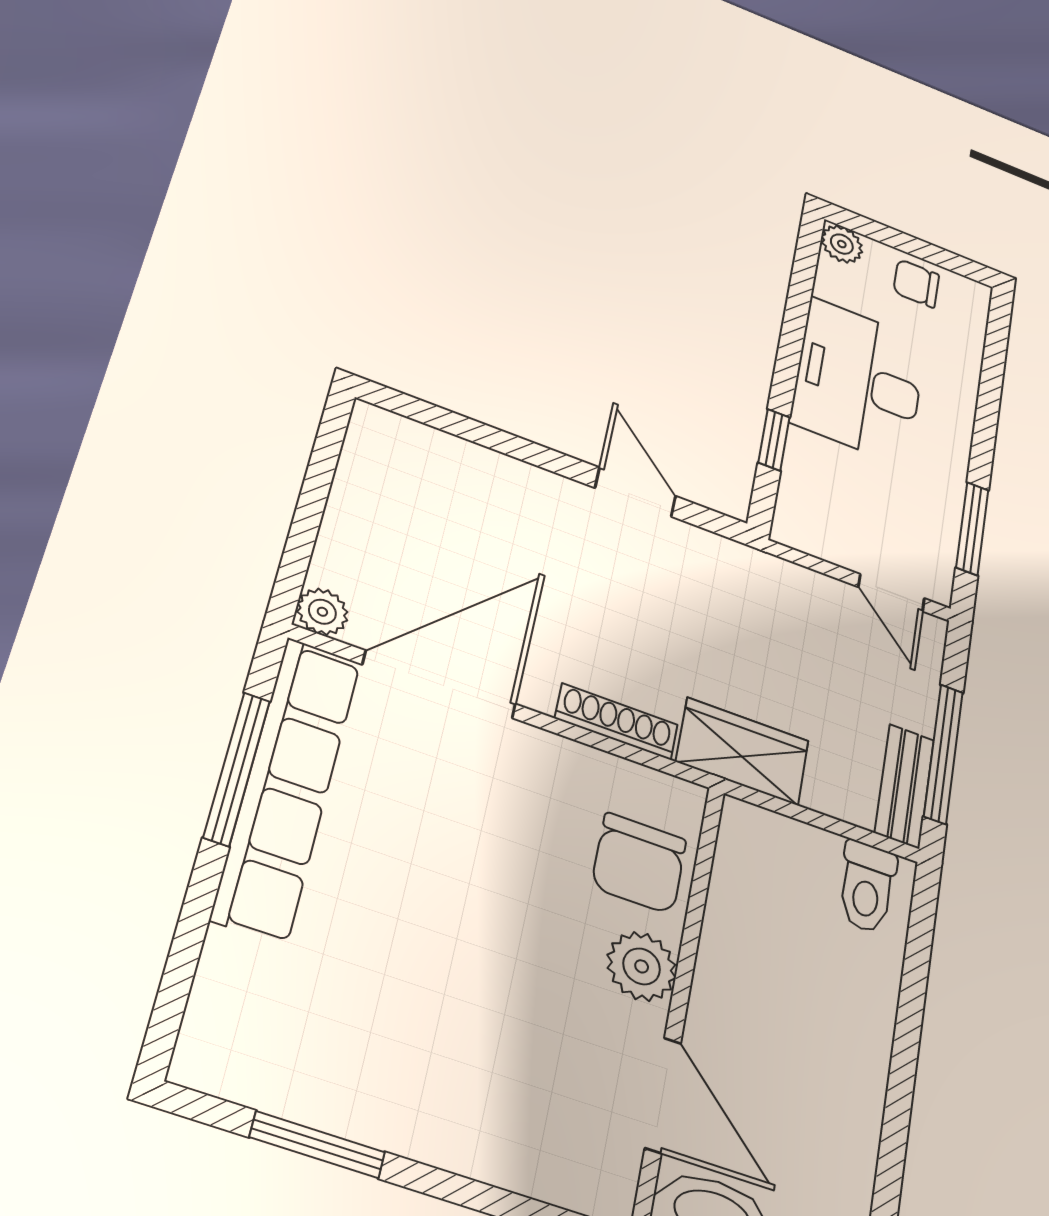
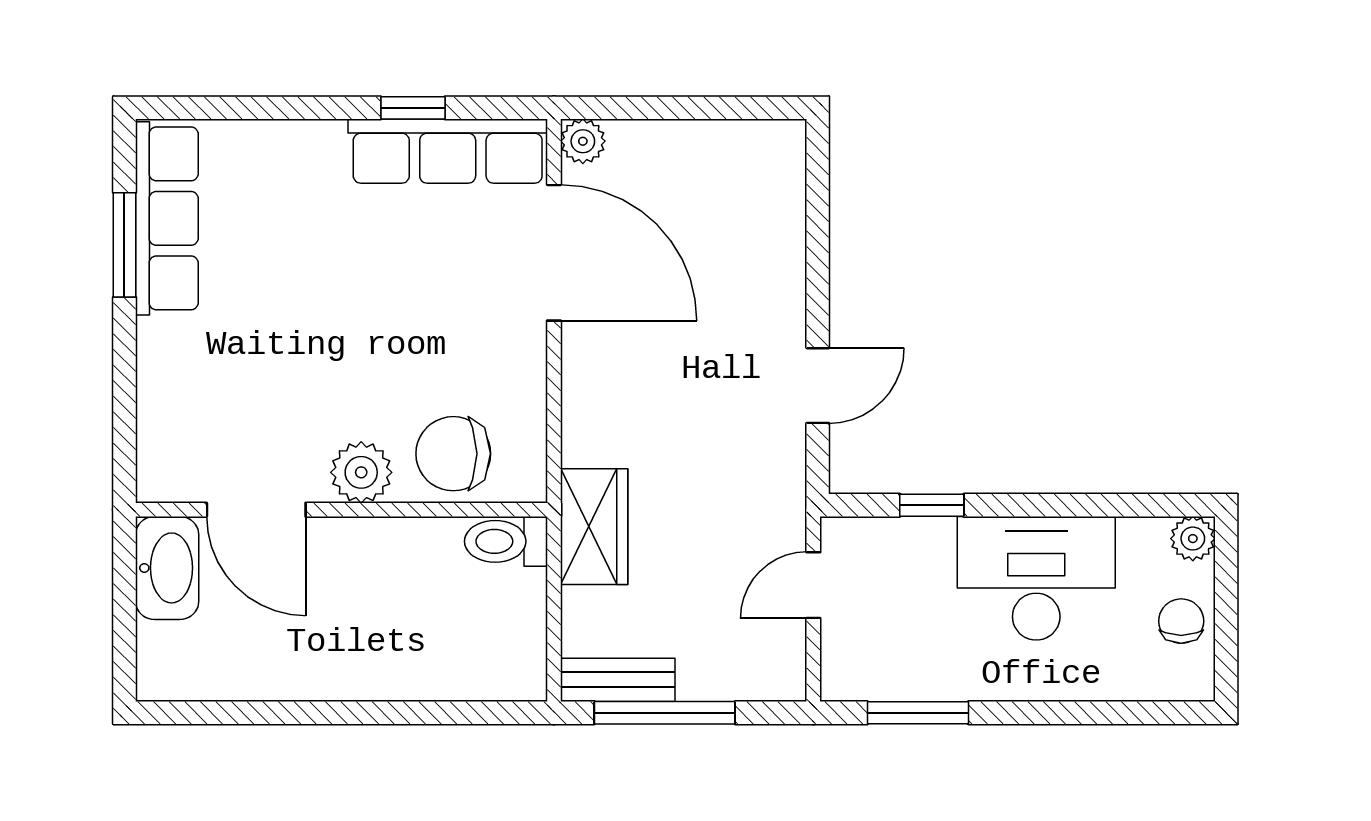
door: (891, 593) -> (813, 585), moved
shoe rack: (616, 722) -> (579, 410), removed
window: (237, 769) -> (413, 108), width x0.46
row of seats: (287, 788) -> (448, 151), width x0.73
toilet: (867, 887) -> (506, 541), moved
row of seats: (297, 1084) -> (167, 218), added
door: (663, 1095) -> (256, 510), hinge flipped

